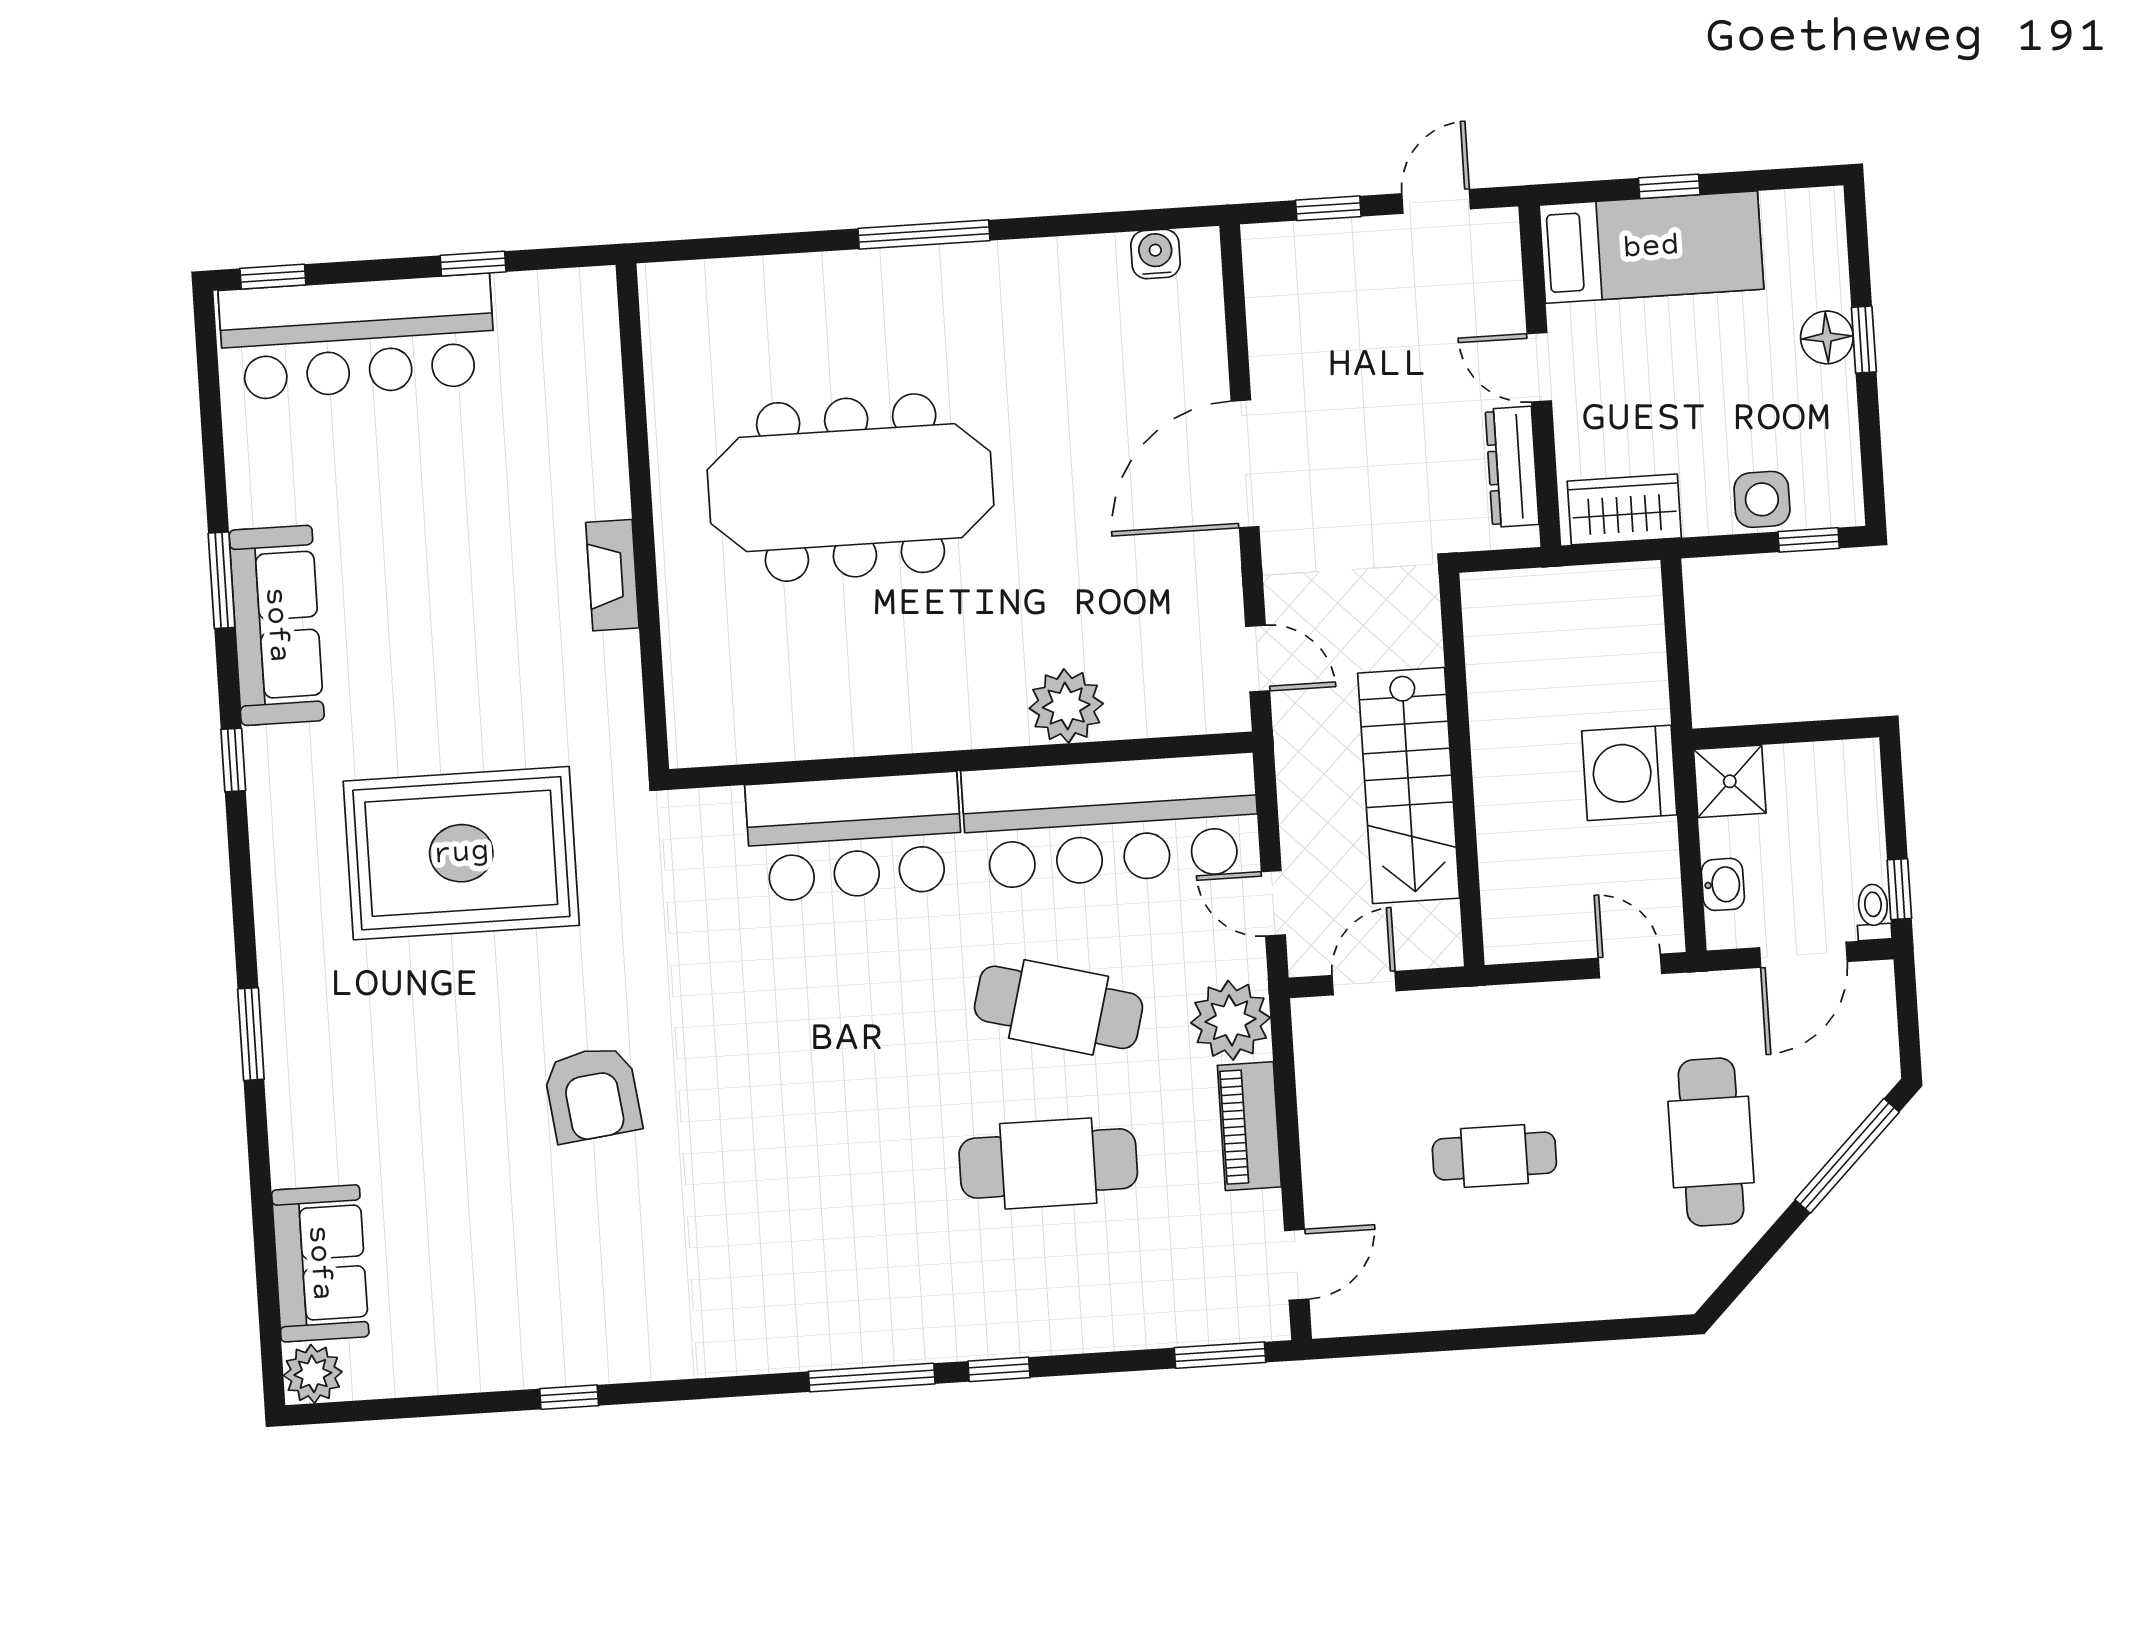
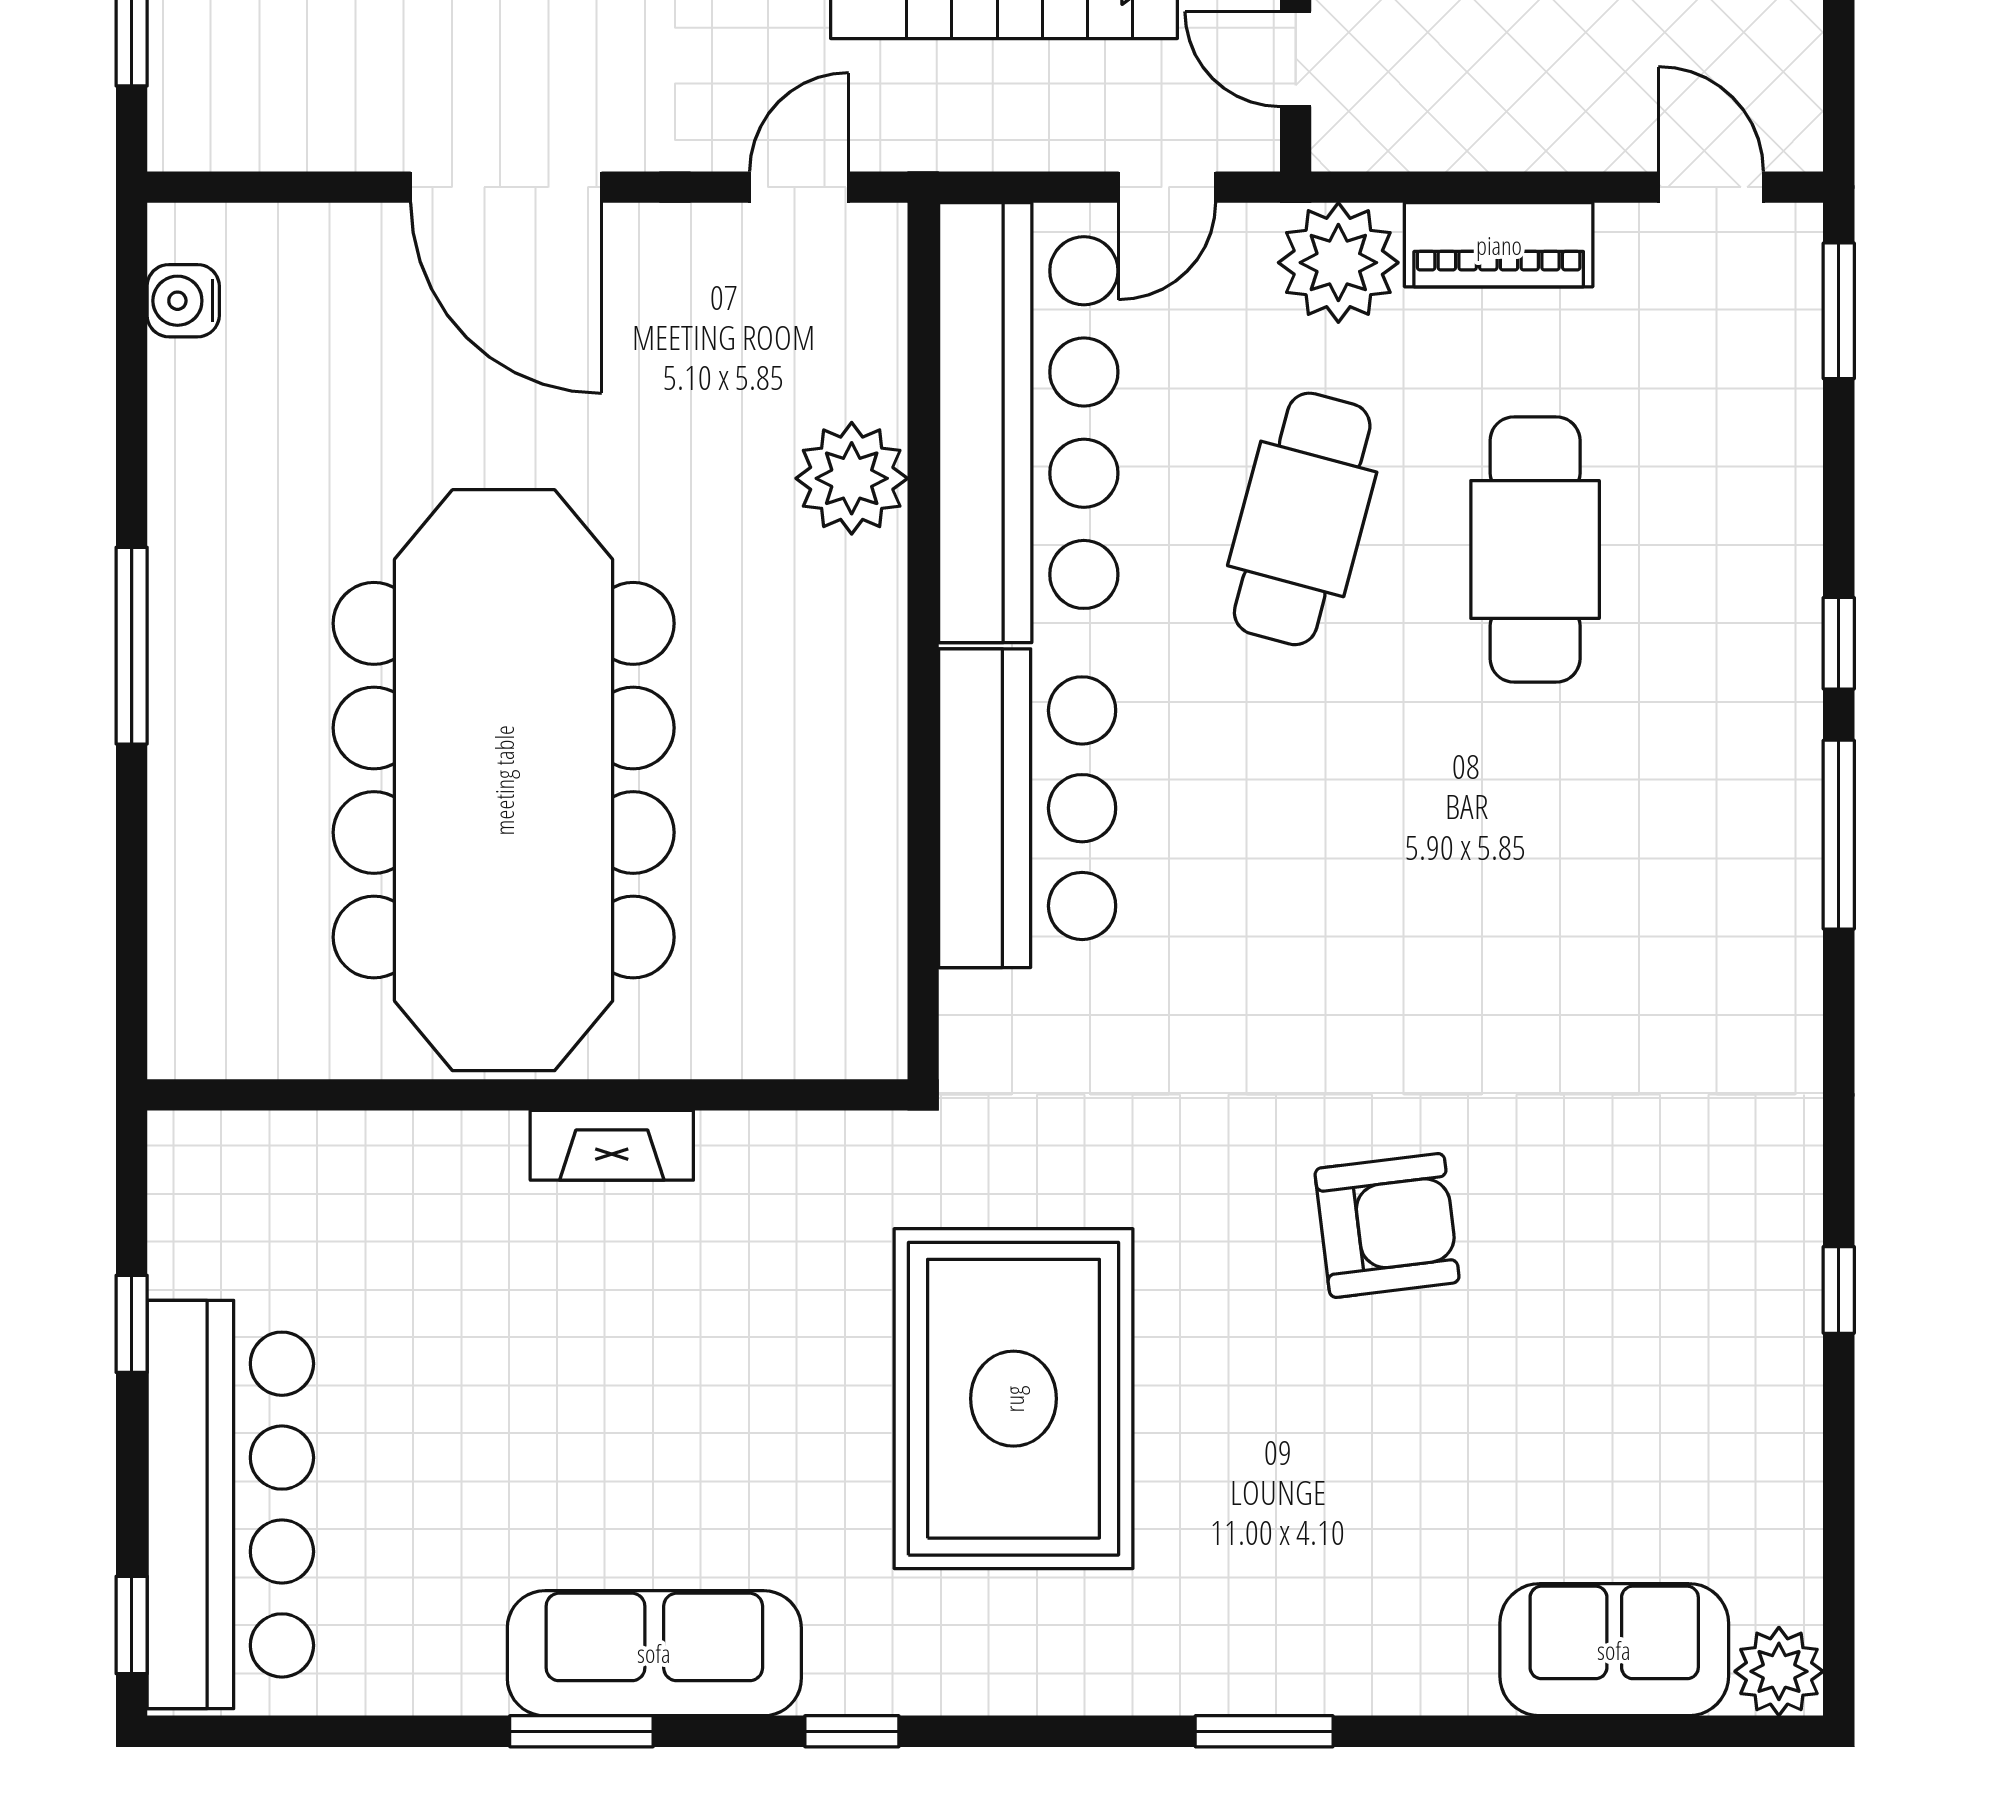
meeting table: (851, 488) -> (504, 780), width x1.36, depth x1.27

